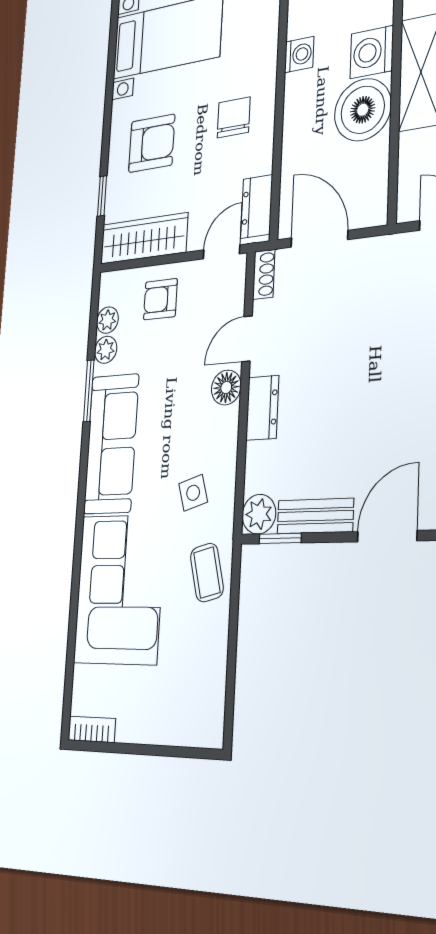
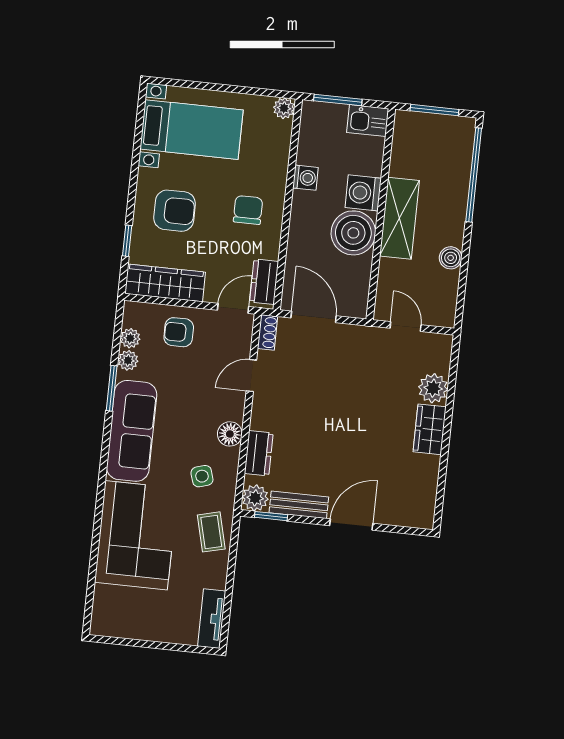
floor lamp: (226, 387) -> (230, 434), moved
dresser: (262, 408) -> (259, 453), moved
tv unit: (212, 704) -> (212, 619), added
bookcase: (92, 729) -> (110, 629), removed

